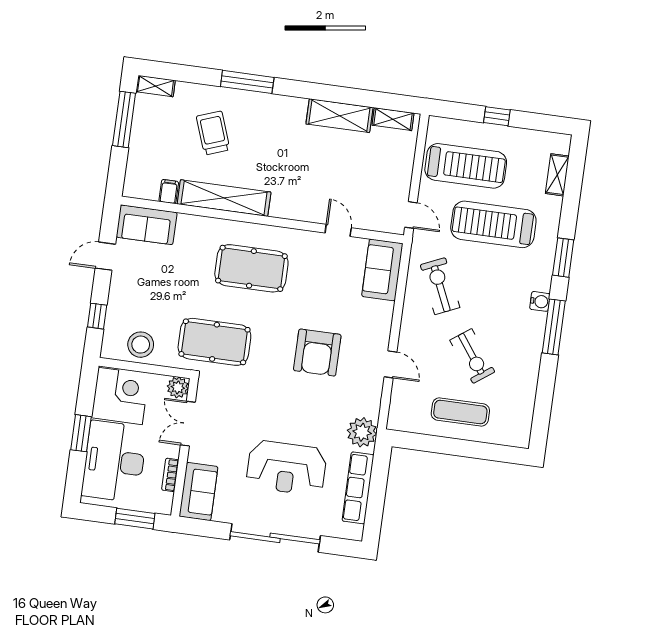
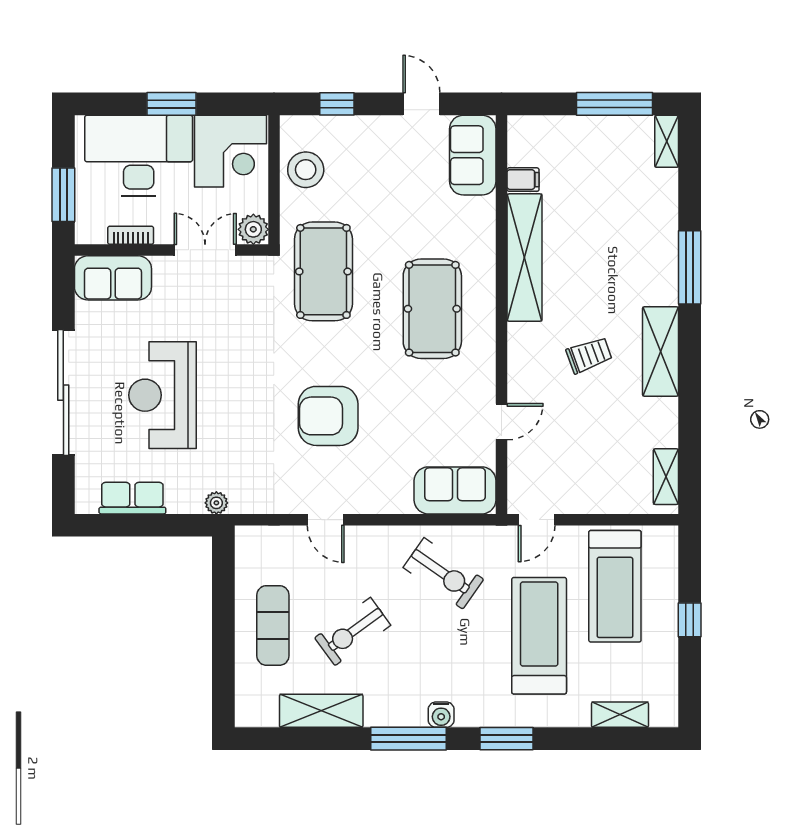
shelving: (339, 116) -> (661, 351), moved
trolley: (213, 133) -> (589, 355), moved, width x0.73, depth x0.72
exercise bike: (440, 286) -> (443, 573), turned 59
door: (390, 364) -> (326, 520), hinge flipped
shelving: (525, 386) -> (321, 711), added
plant: (362, 432) -> (216, 503), width x0.53, depth x0.53
row of seats: (358, 488) -> (132, 498), width x0.68

